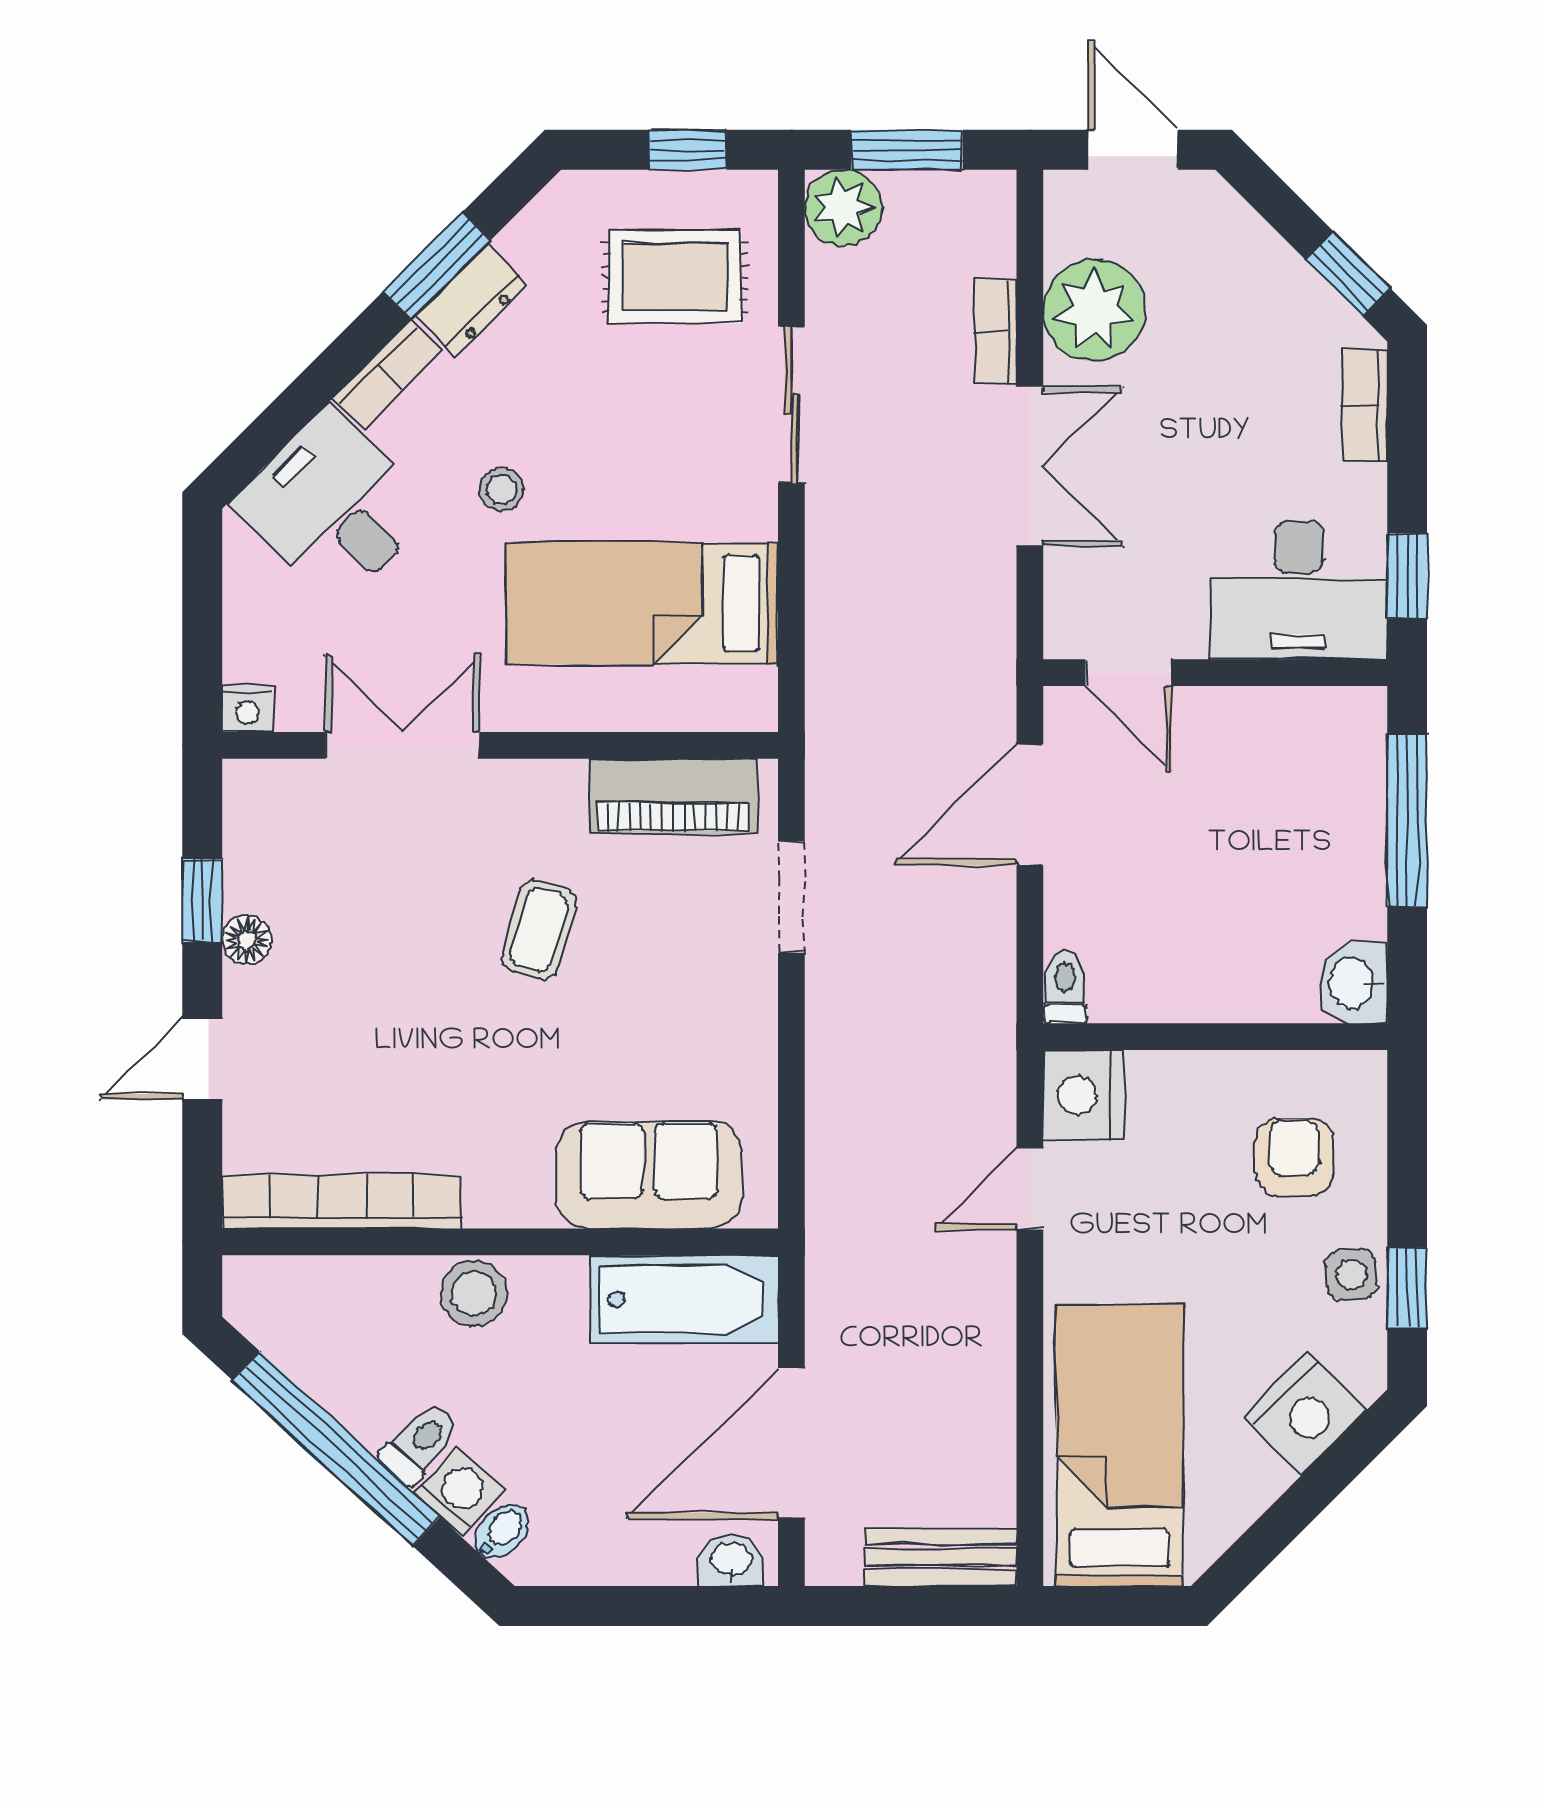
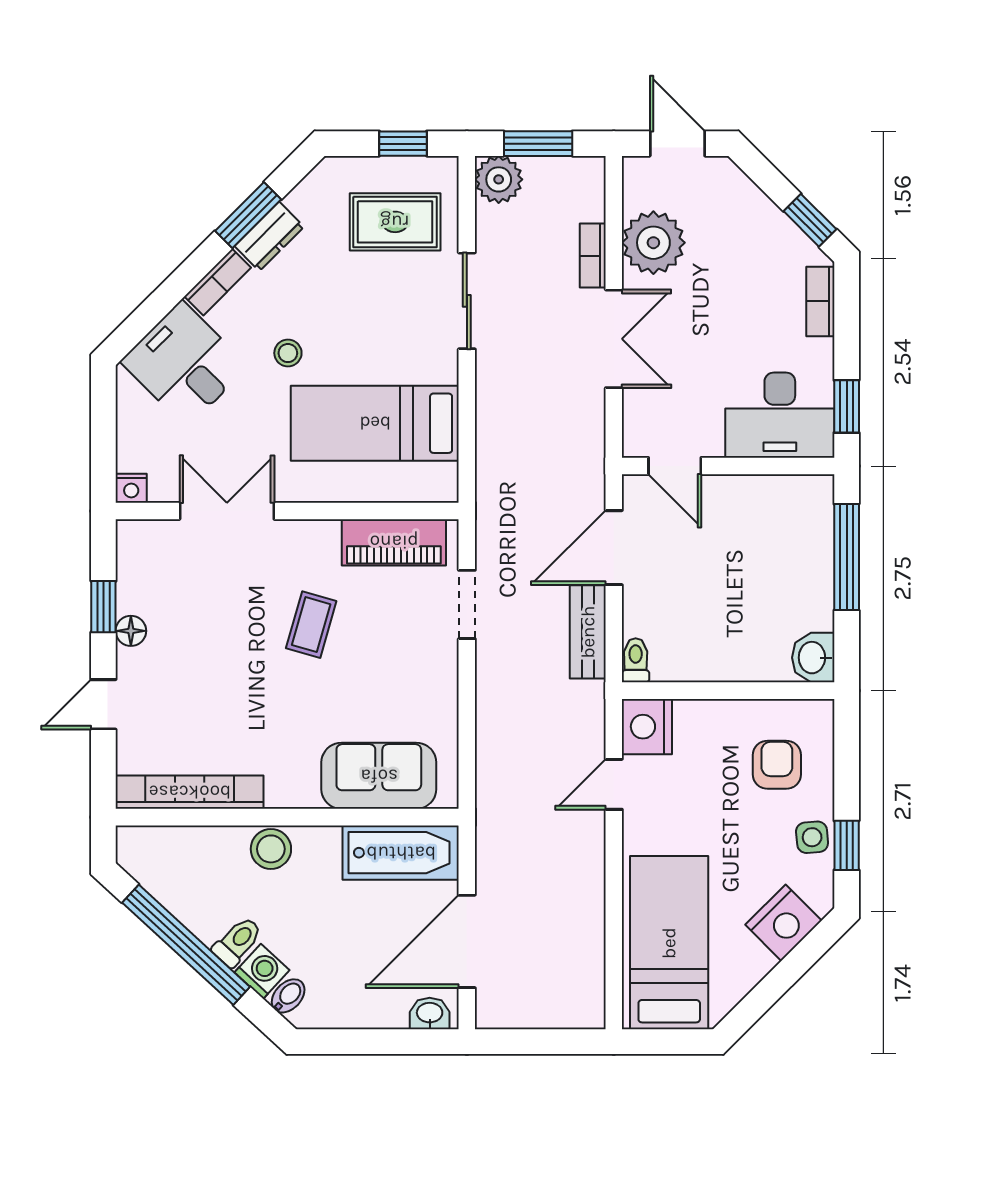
bench: (941, 1557) -> (588, 632), moved, turned 90

